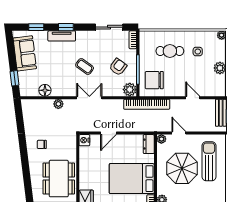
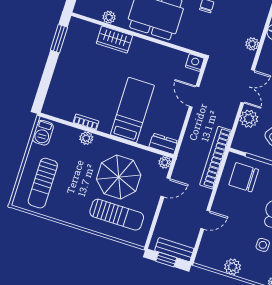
chair: (154, 80) -> (244, 177), turned -90
plant: (130, 90) -> (249, 119), moved
bed: (132, 179) -> (132, 110), width x0.67

